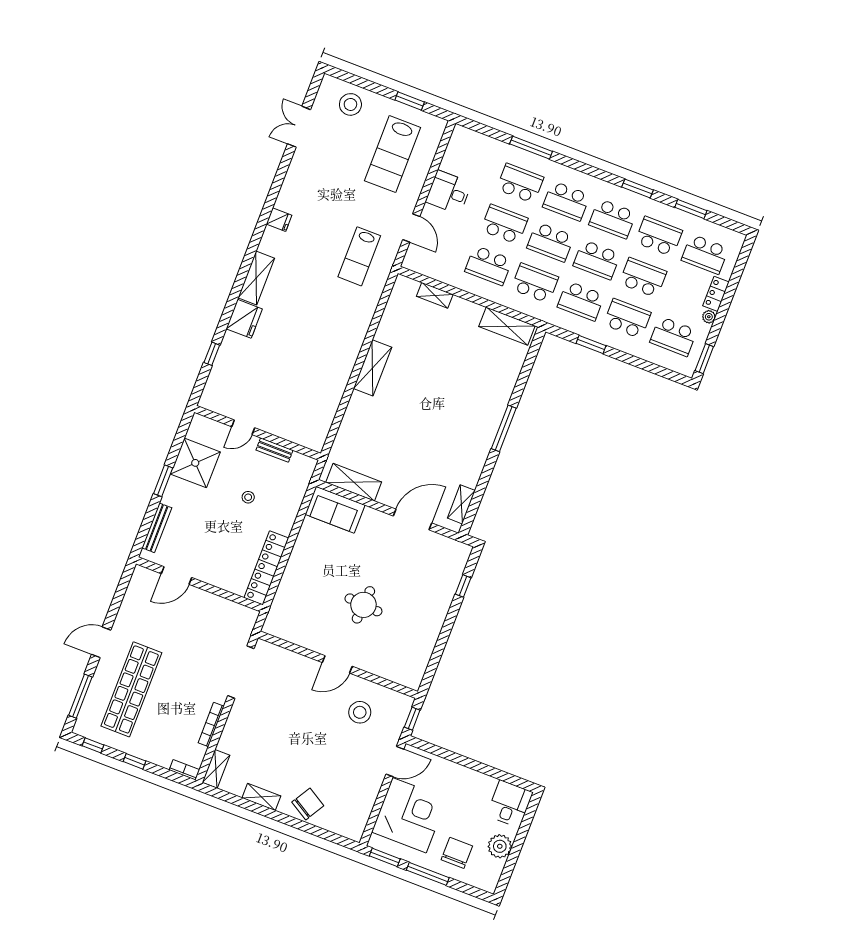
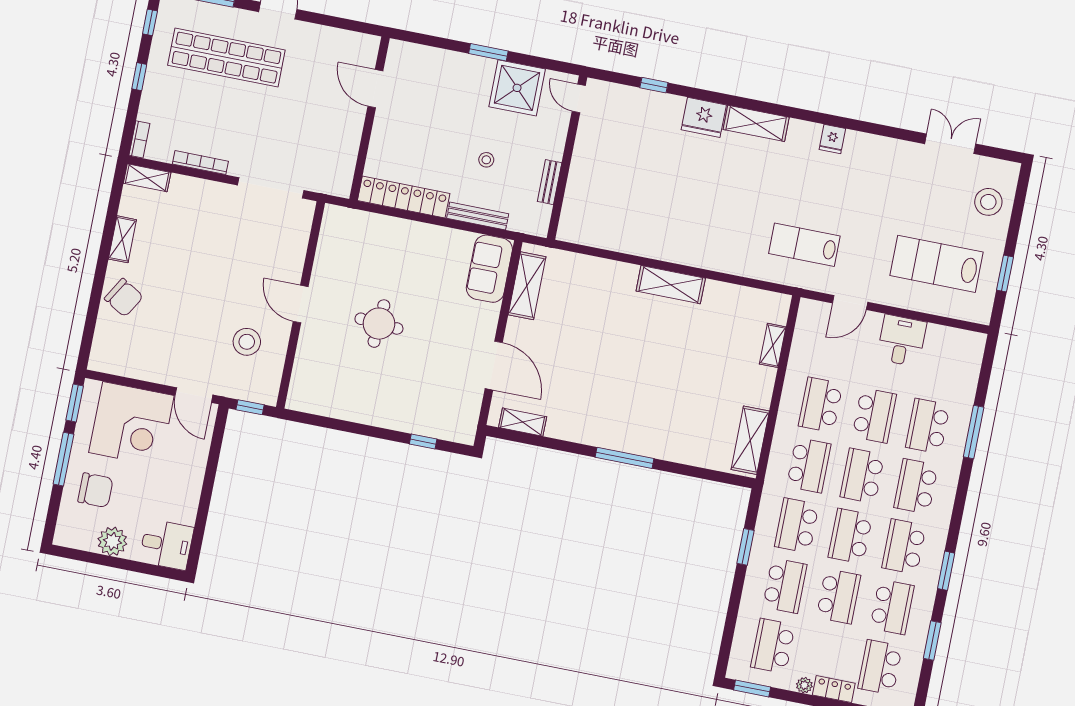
school desk: (520, 183) -> (928, 426), turned 180
door: (243, 427) -> (579, 98), moved
bench: (157, 528) -> (478, 216), moved

